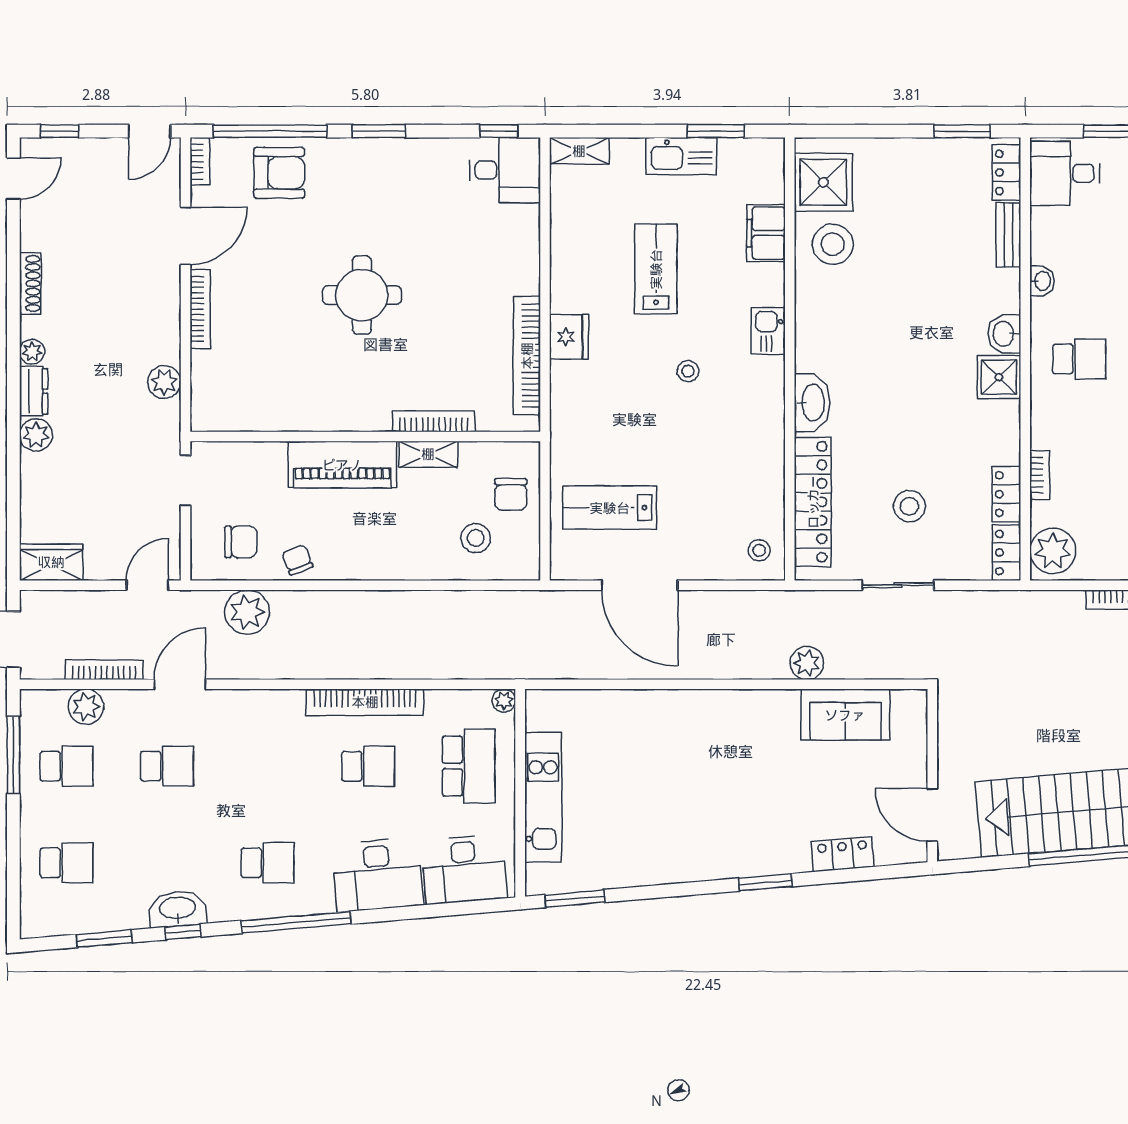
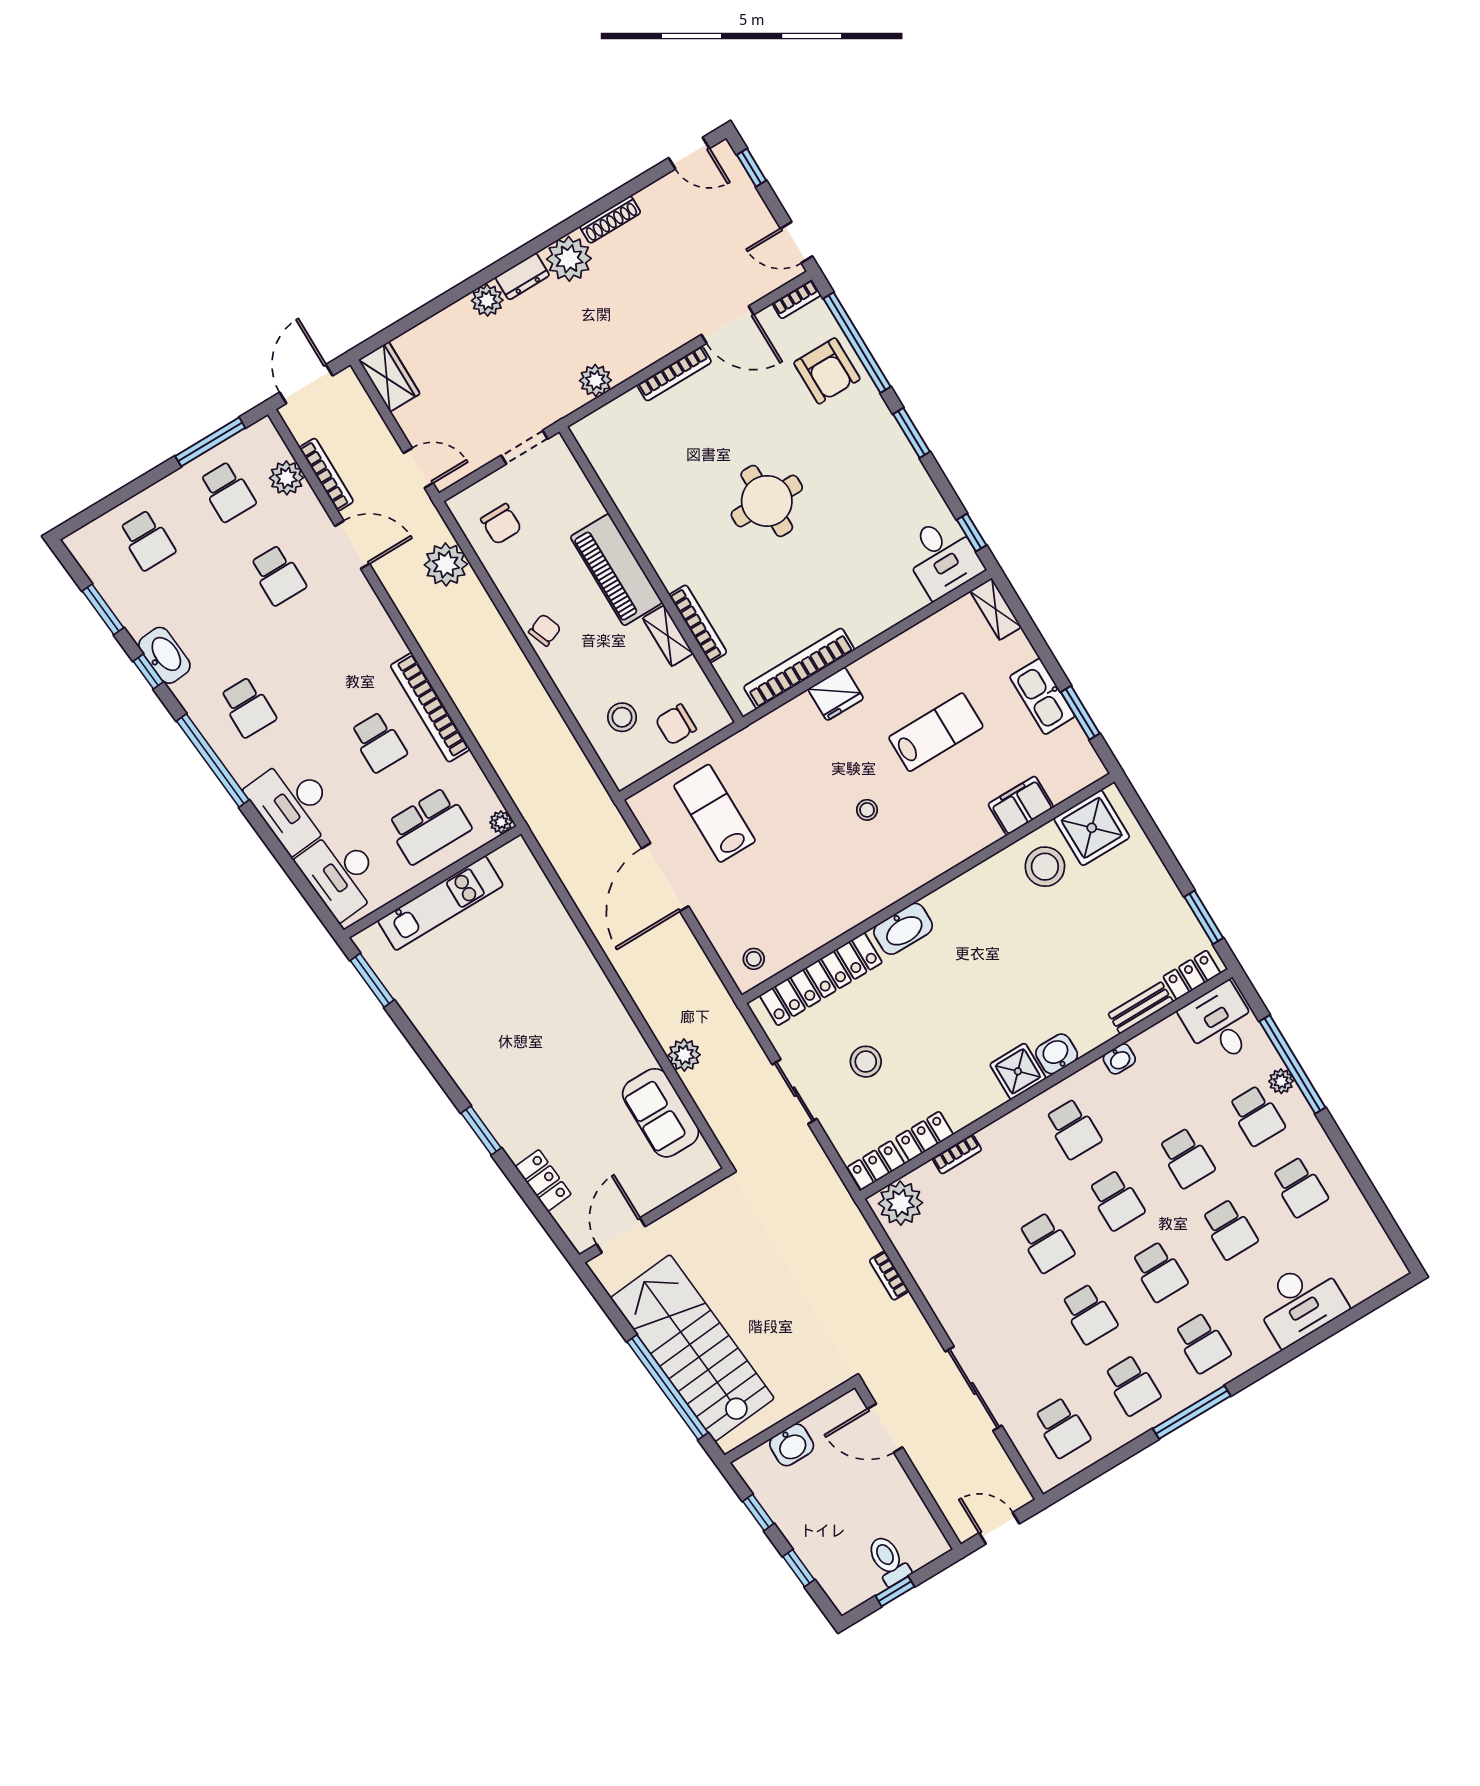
kitchen sink: (768, 331) -> (941, 856), removed
plant: (32, 352) -> (569, 259), width x1.87, depth x1.87
chair: (297, 560) -> (545, 630), moved

